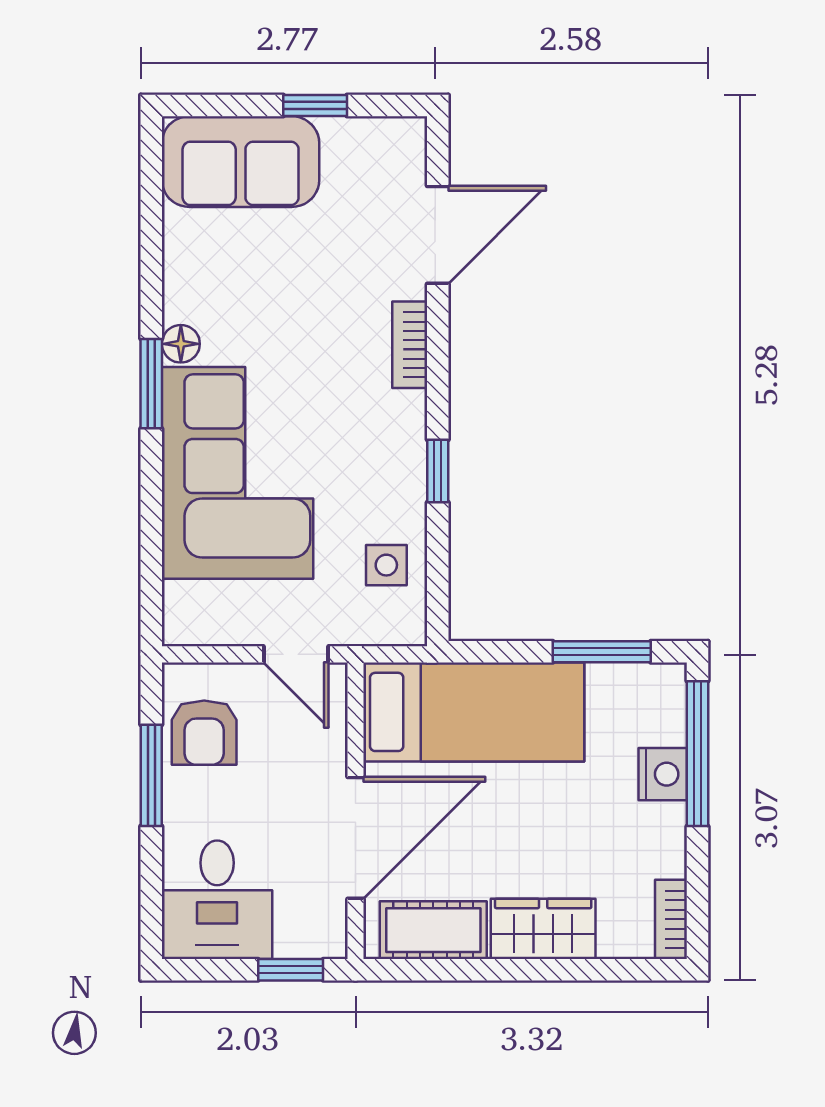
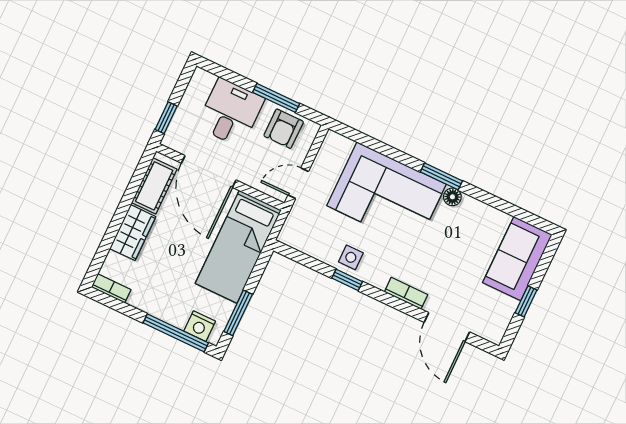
side table: (386, 565) -> (351, 257), moved
armchair: (204, 733) -> (284, 129), turned -90
nightstand: (663, 774) -> (200, 326), moved
desk: (217, 900) -> (230, 112), moved, turned 90

